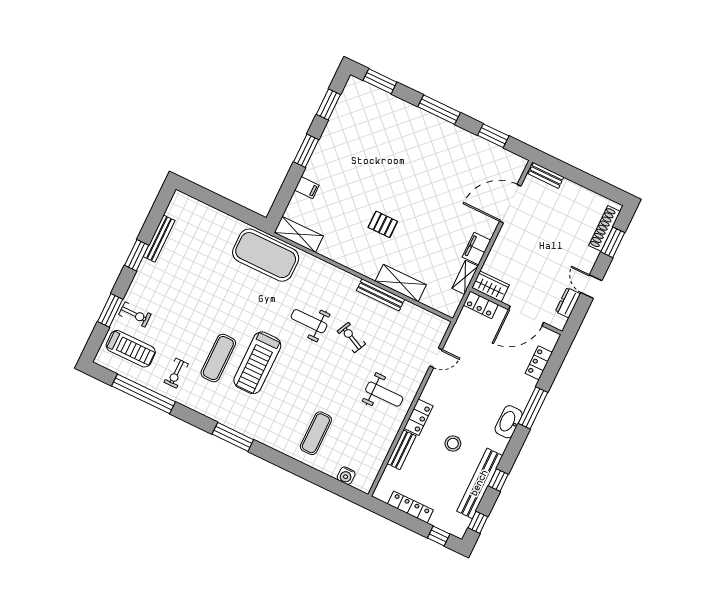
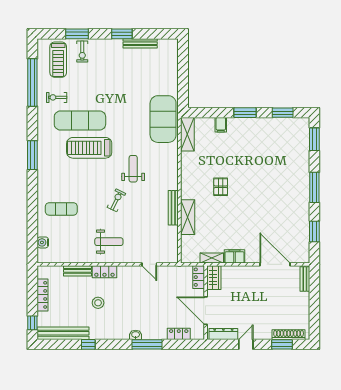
dresser: (568, 303) -> (223, 334), width x1.44
exercise bike: (351, 338) -> (116, 200), moved
exercise mat: (218, 358) -> (80, 121), width x1.36, depth x1.45
weight bench: (384, 394) -> (109, 242), turned -90
washbasin: (509, 422) -> (136, 335), width x0.52, depth x0.69
bench: (480, 483) -> (63, 333), moved
window: (478, 522) -> (54, 344), removed

